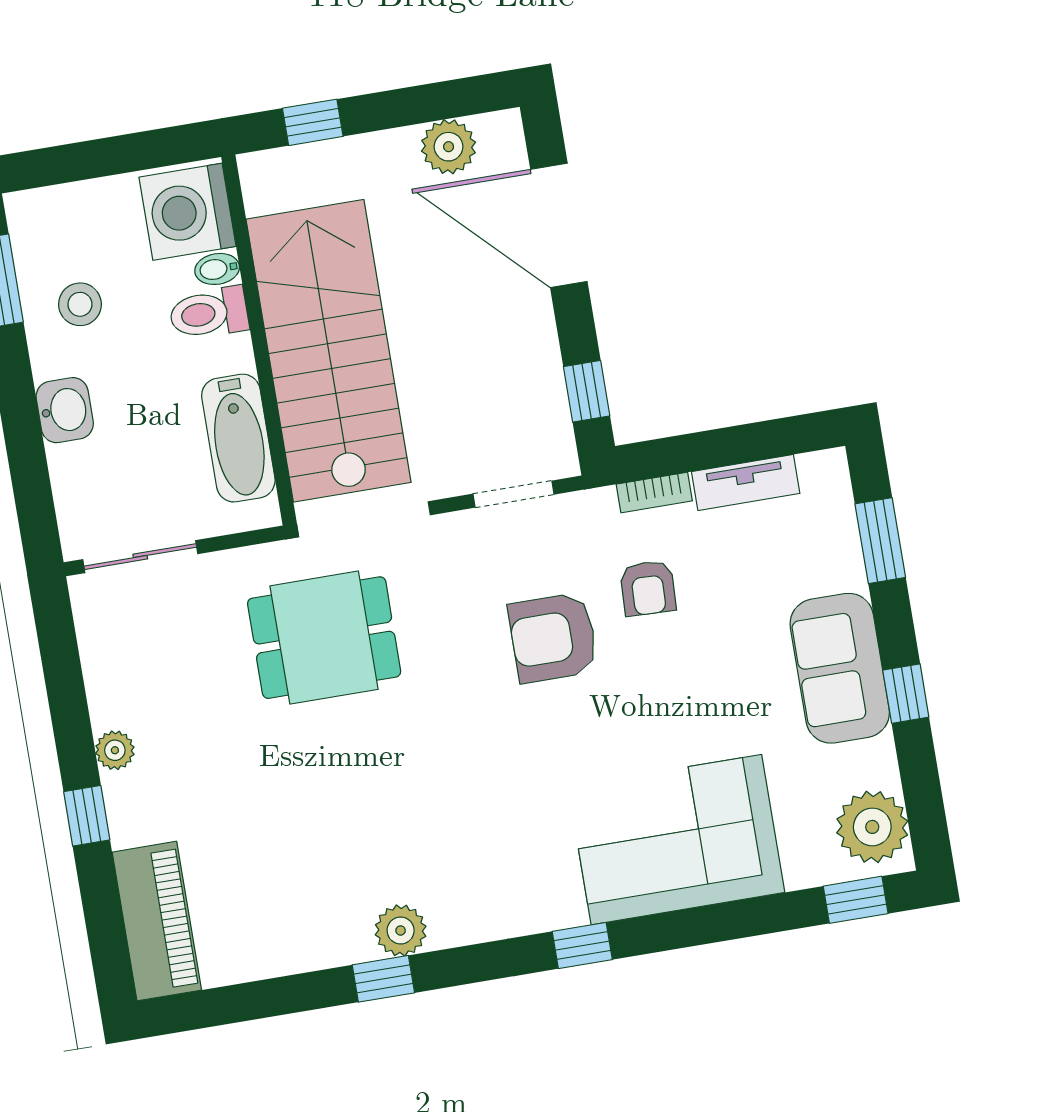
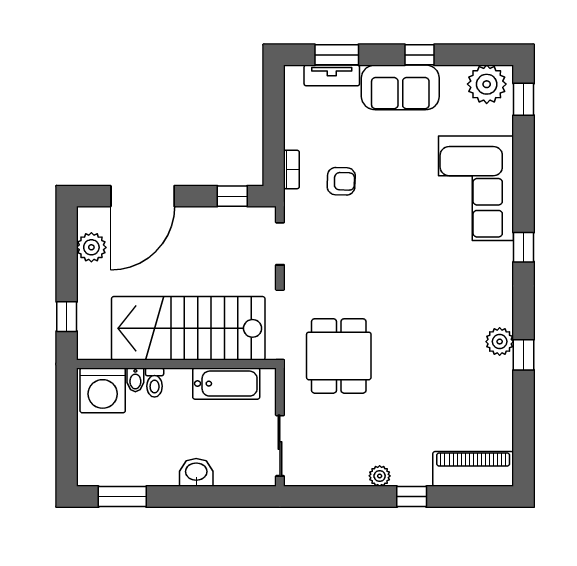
stool: (80, 304) -> (142, 455), removed
toilet: (209, 313) -> (155, 382), width x0.73, depth x0.72
tv unit: (746, 482) -> (332, 75), moved, turned 90
armchair: (553, 638) -> (359, 235), removed

